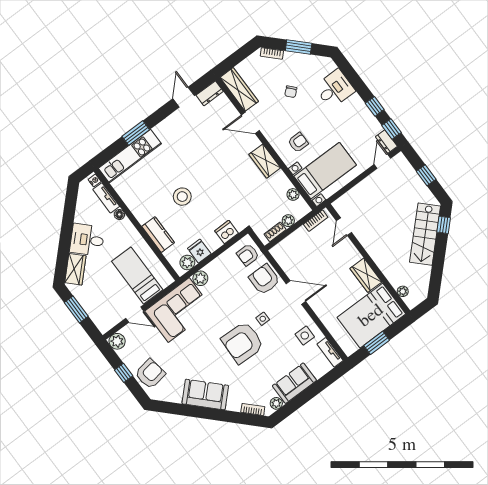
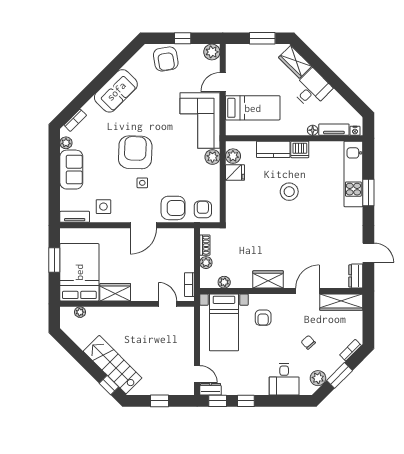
plant: (314, 63) -> (318, 378), added
dishwasher: (227, 232) -> (300, 149), moved, turned 90

